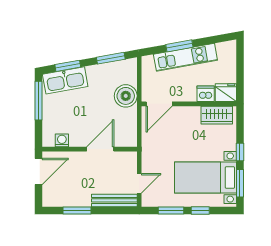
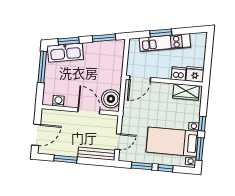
boiler: (126, 96) -> (111, 99), moved
door: (100, 149) -> (89, 111), hinge flipped
door: (38, 171) -> (36, 135), moved

